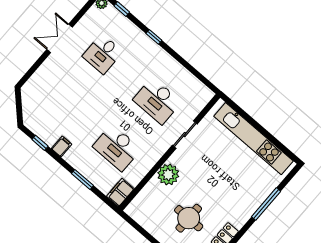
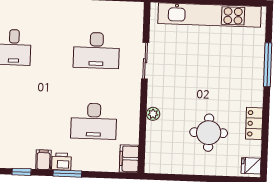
printer: (73, 158) -> (61, 162), added
plant: (168, 175) -> (153, 114), width x0.53, depth x0.53
window: (82, 180) -> (67, 174), moved

